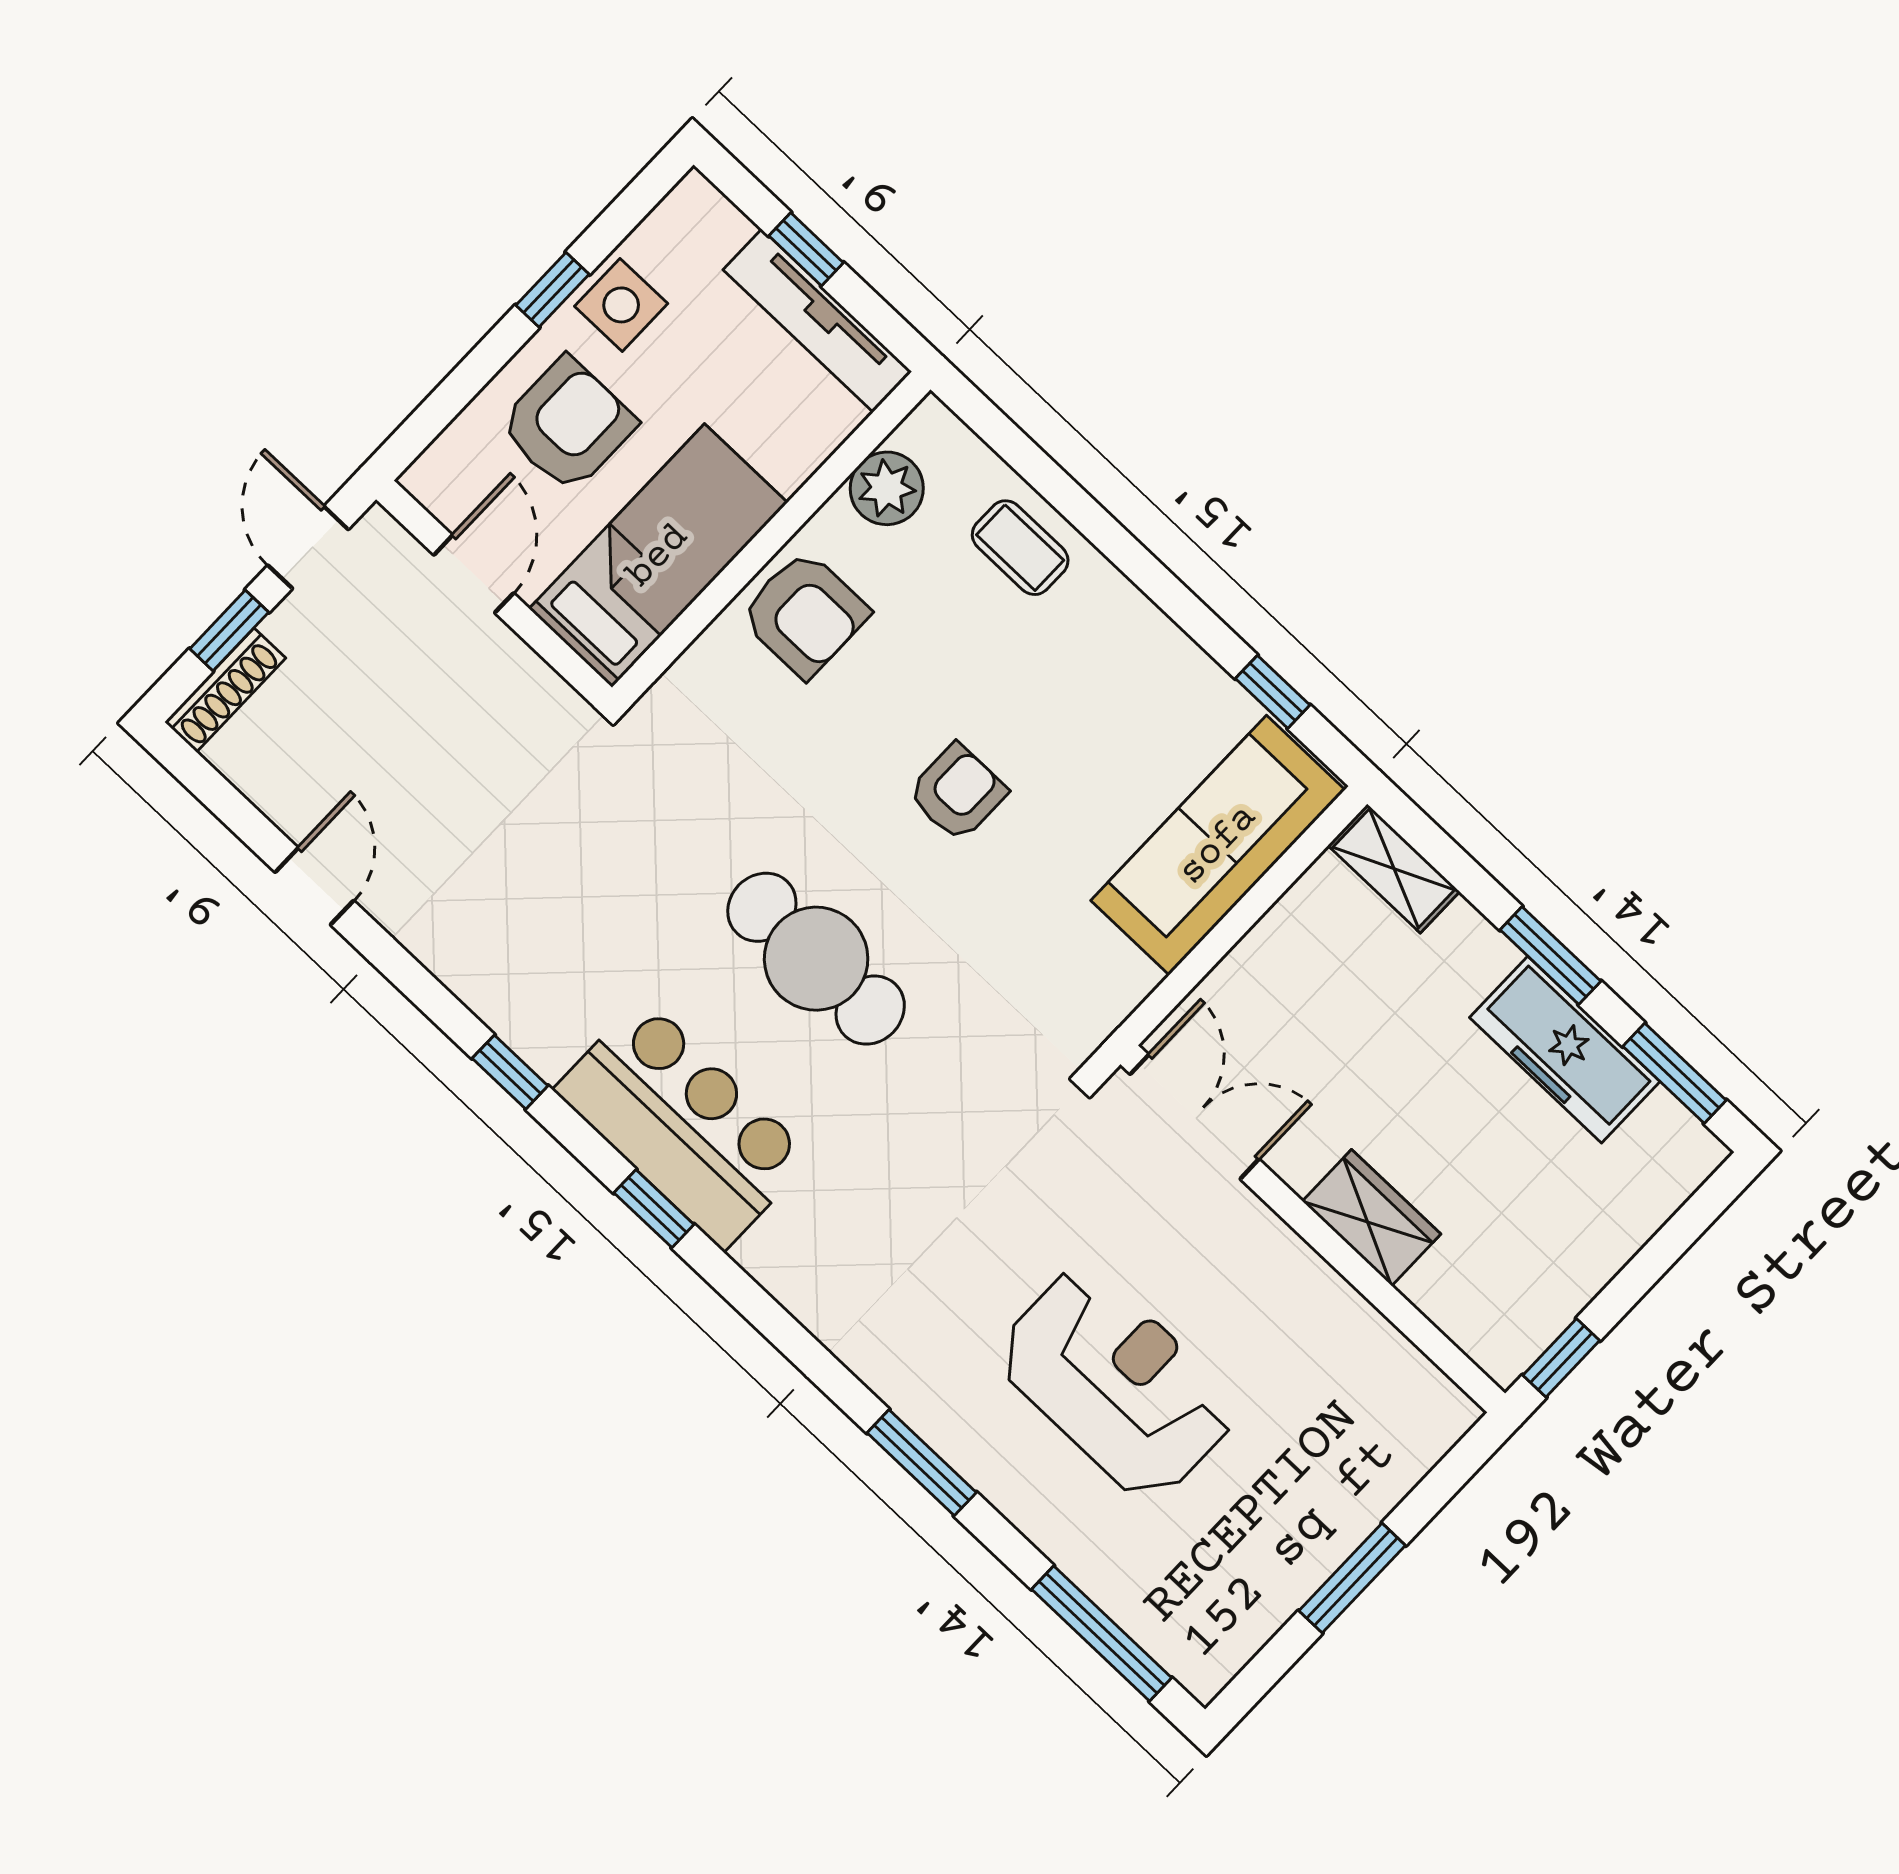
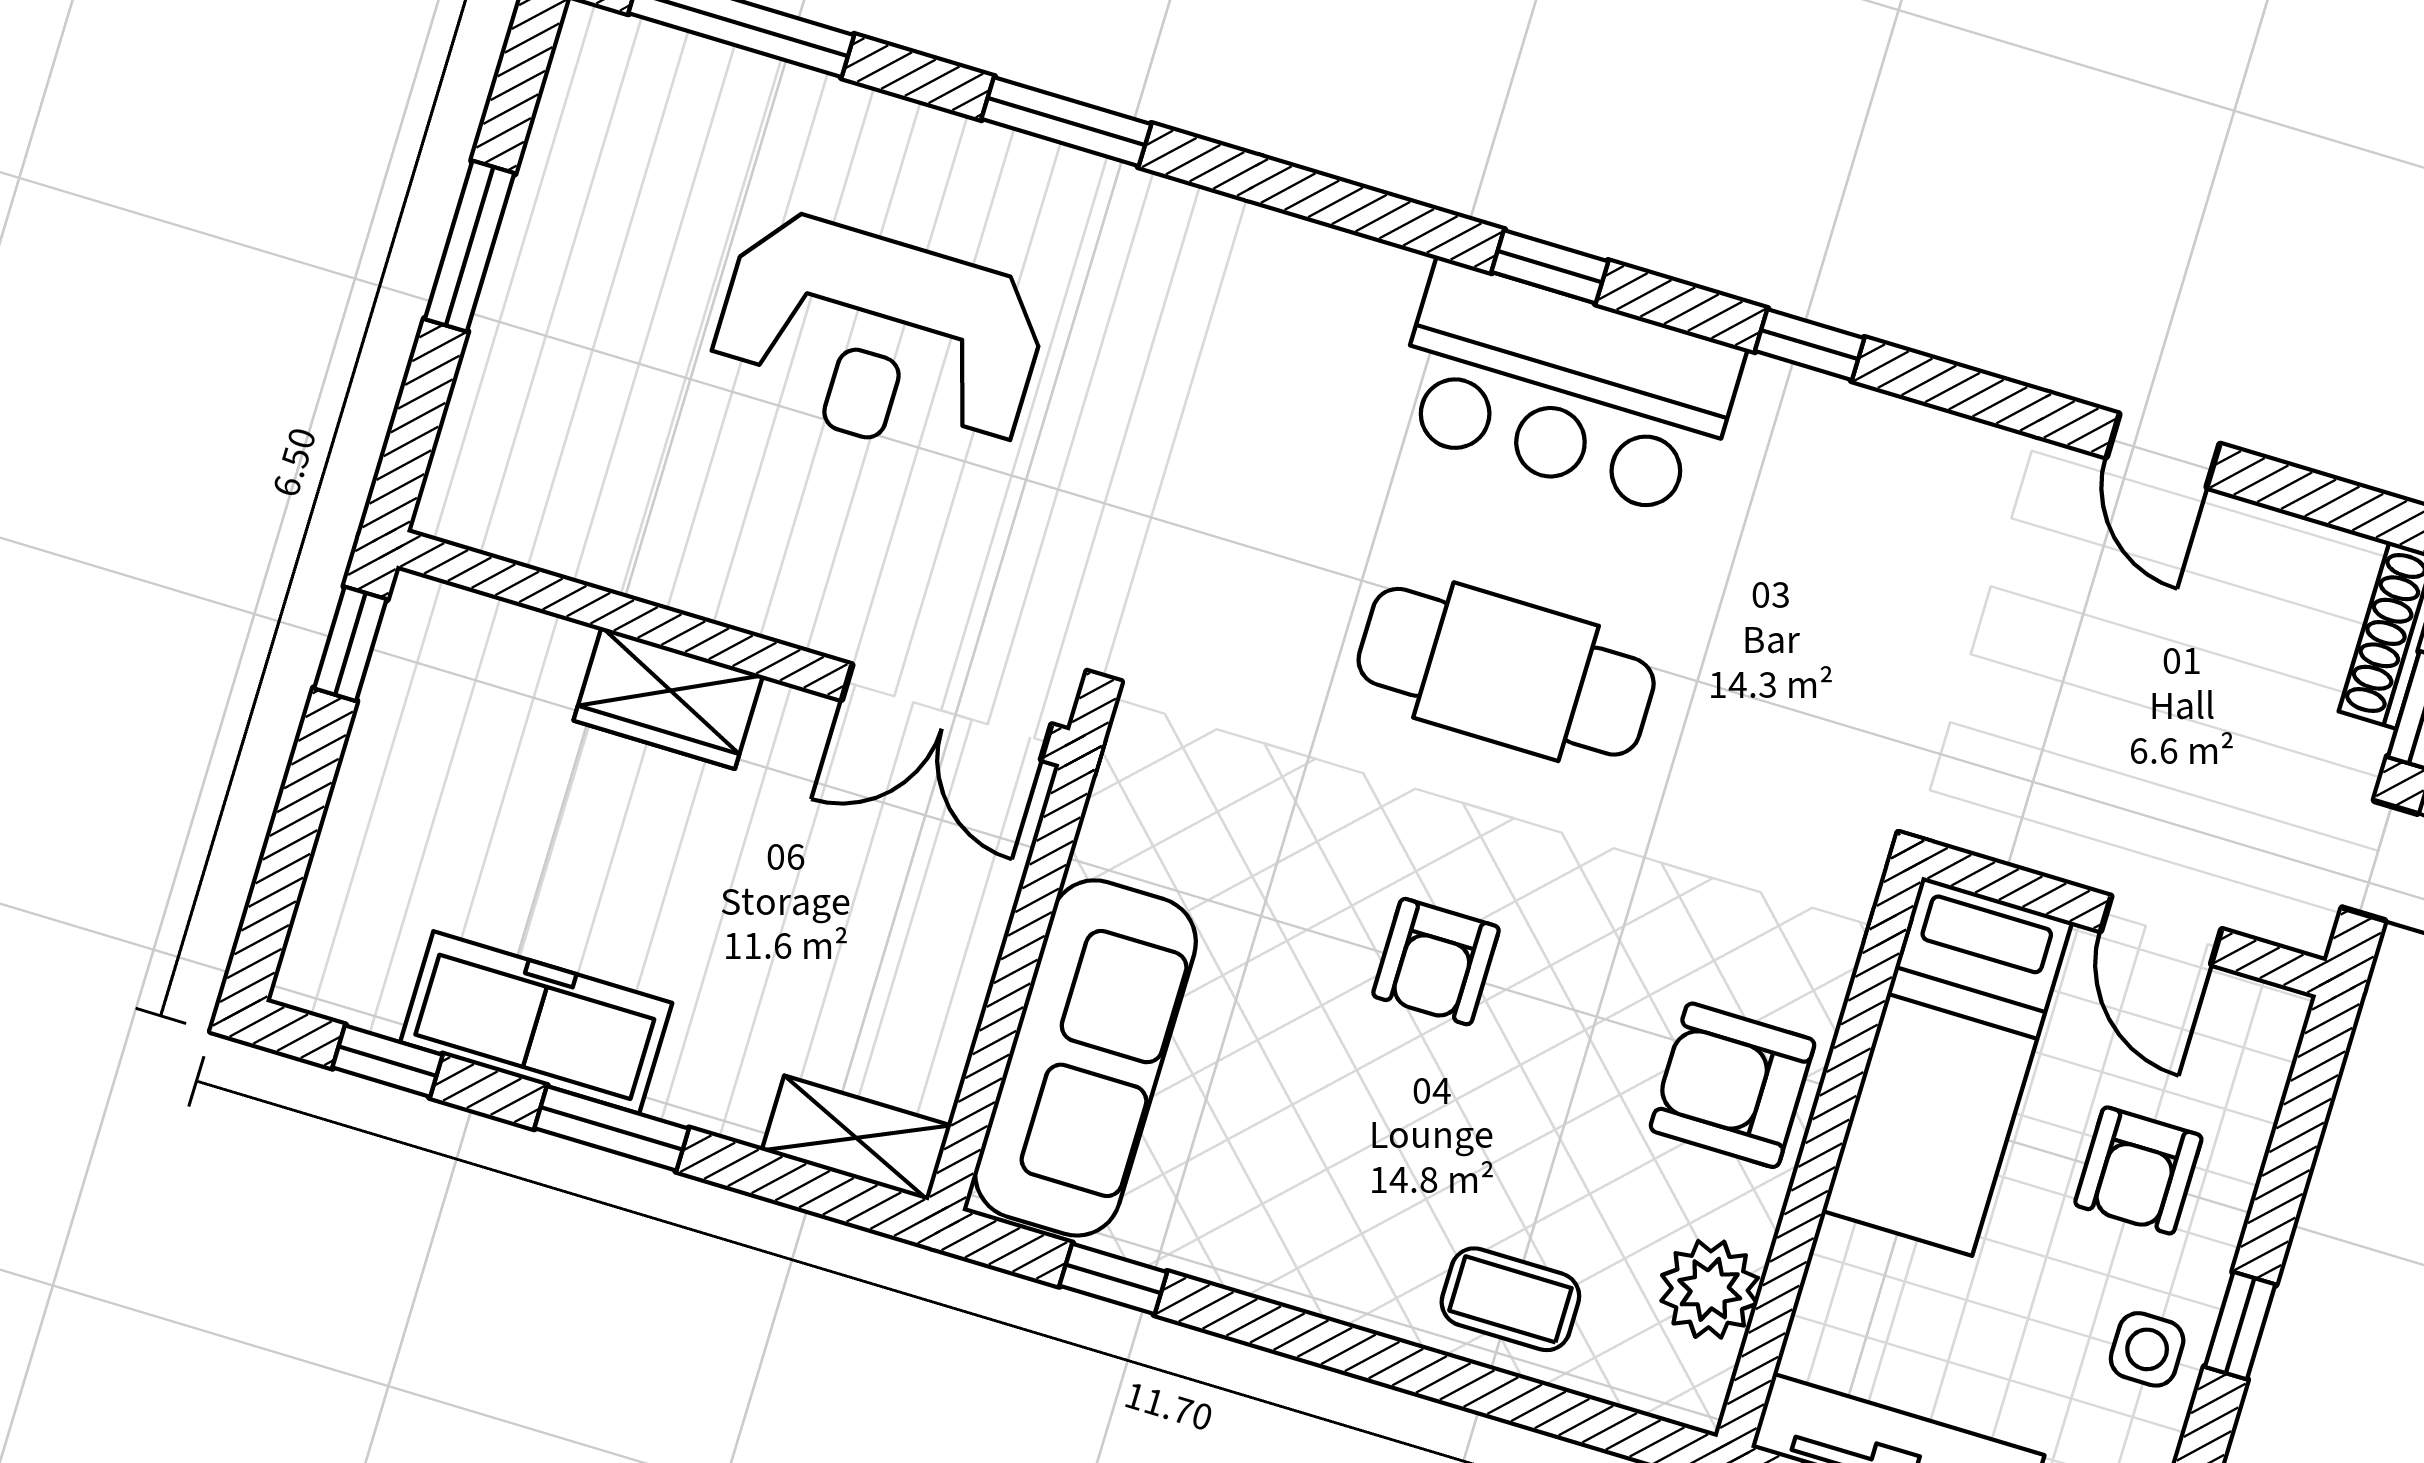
side table: (621, 305) -> (2147, 1349), width x0.73, depth x0.73
armchair: (568, 425) -> (2138, 1170), width x0.72, depth x0.72
window: (1675, 1073) -> (388, 1061), width x0.67

